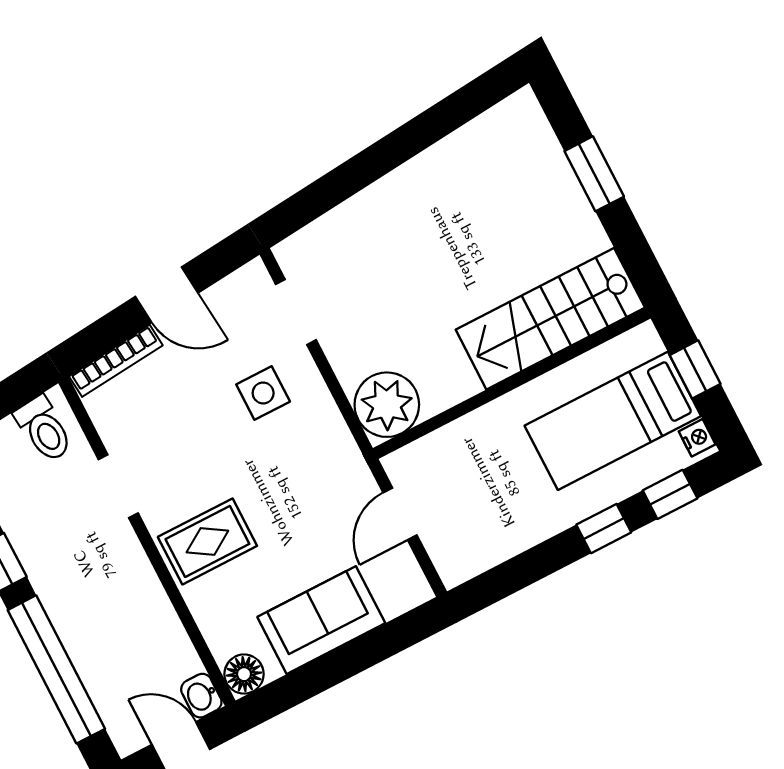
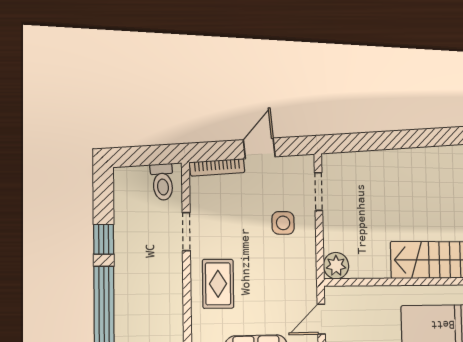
door: (167, 295) -> (259, 148), swing flipped
plant: (387, 405) -> (336, 266), width x0.73, depth x0.73
rug: (207, 541) -> (218, 284), turned 90

